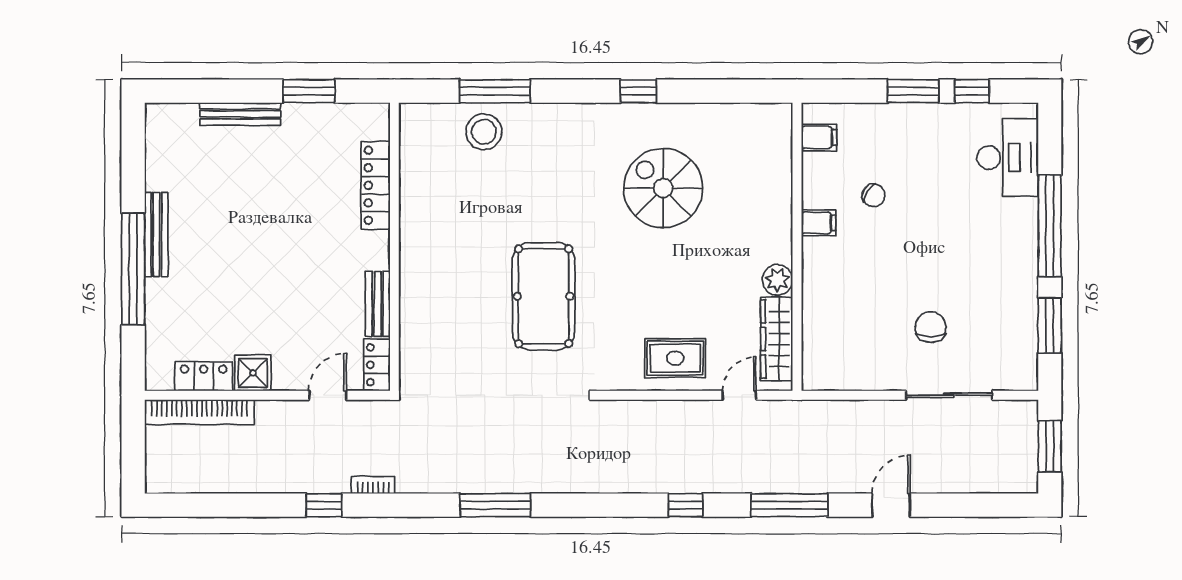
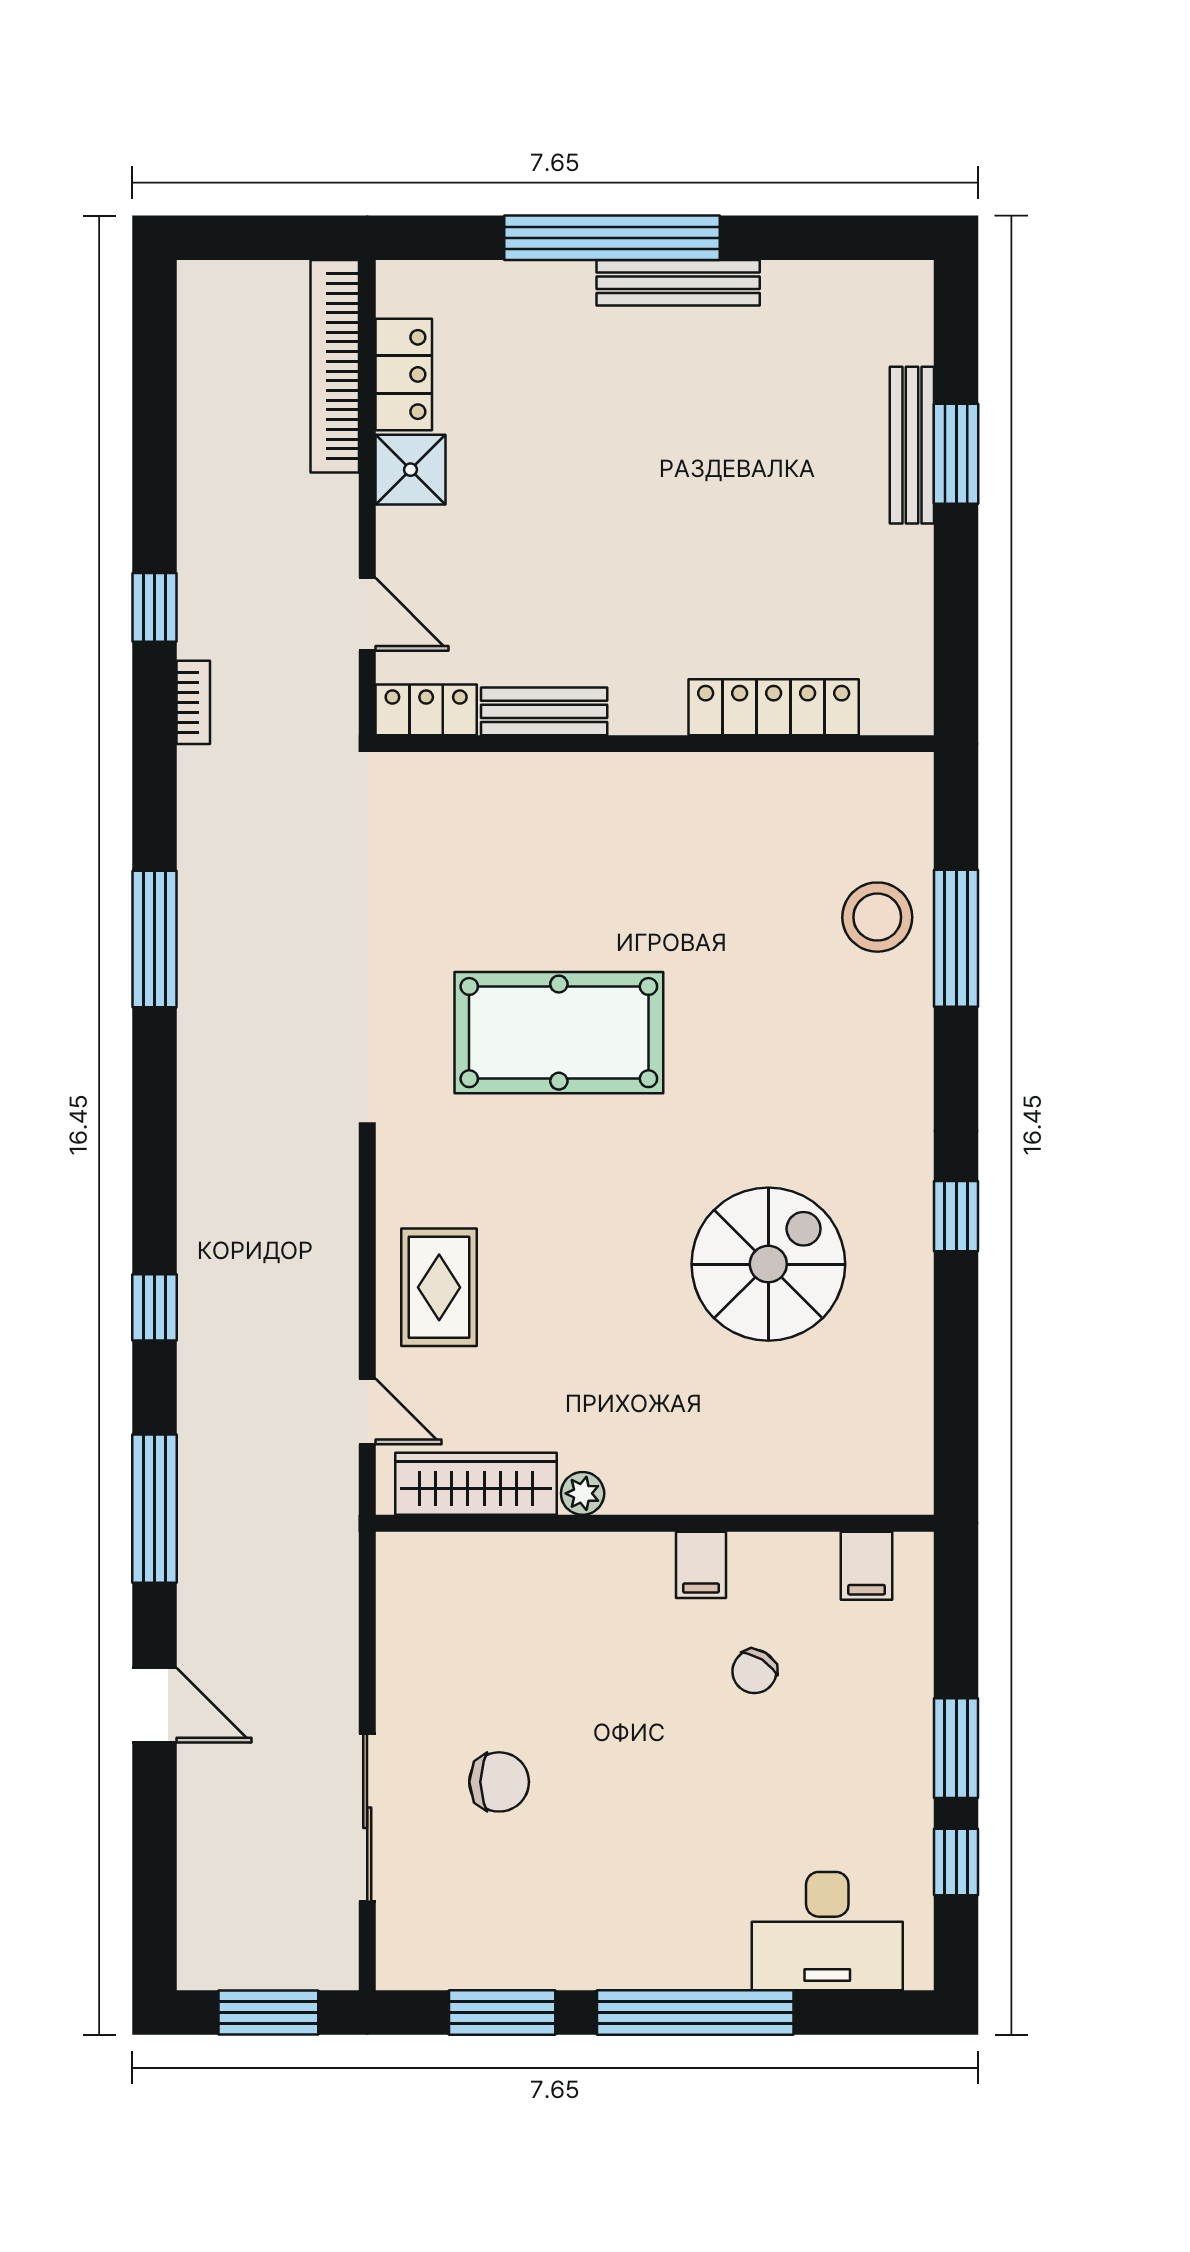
window: (309, 91) -> (956, 454), moved
plant: (777, 280) -> (583, 1493), width x0.73, depth x0.73

